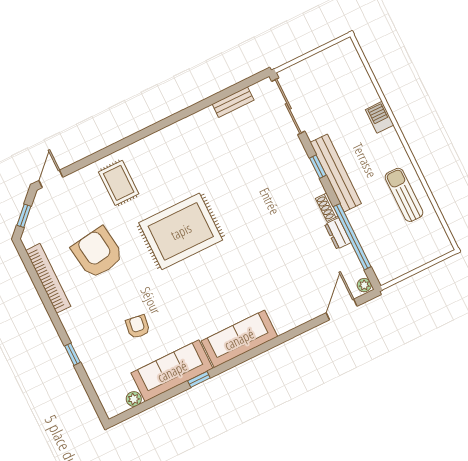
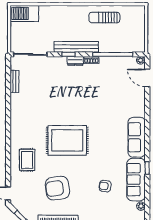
barbecue: (380, 117) -> (24, 13), moved, width x1.88, depth x1.53
rug: (119, 183) -> (27, 160), turned 90
rug: (181, 231) -> (67, 140), turned 90
dresser: (338, 234) -> (75, 61), moved

